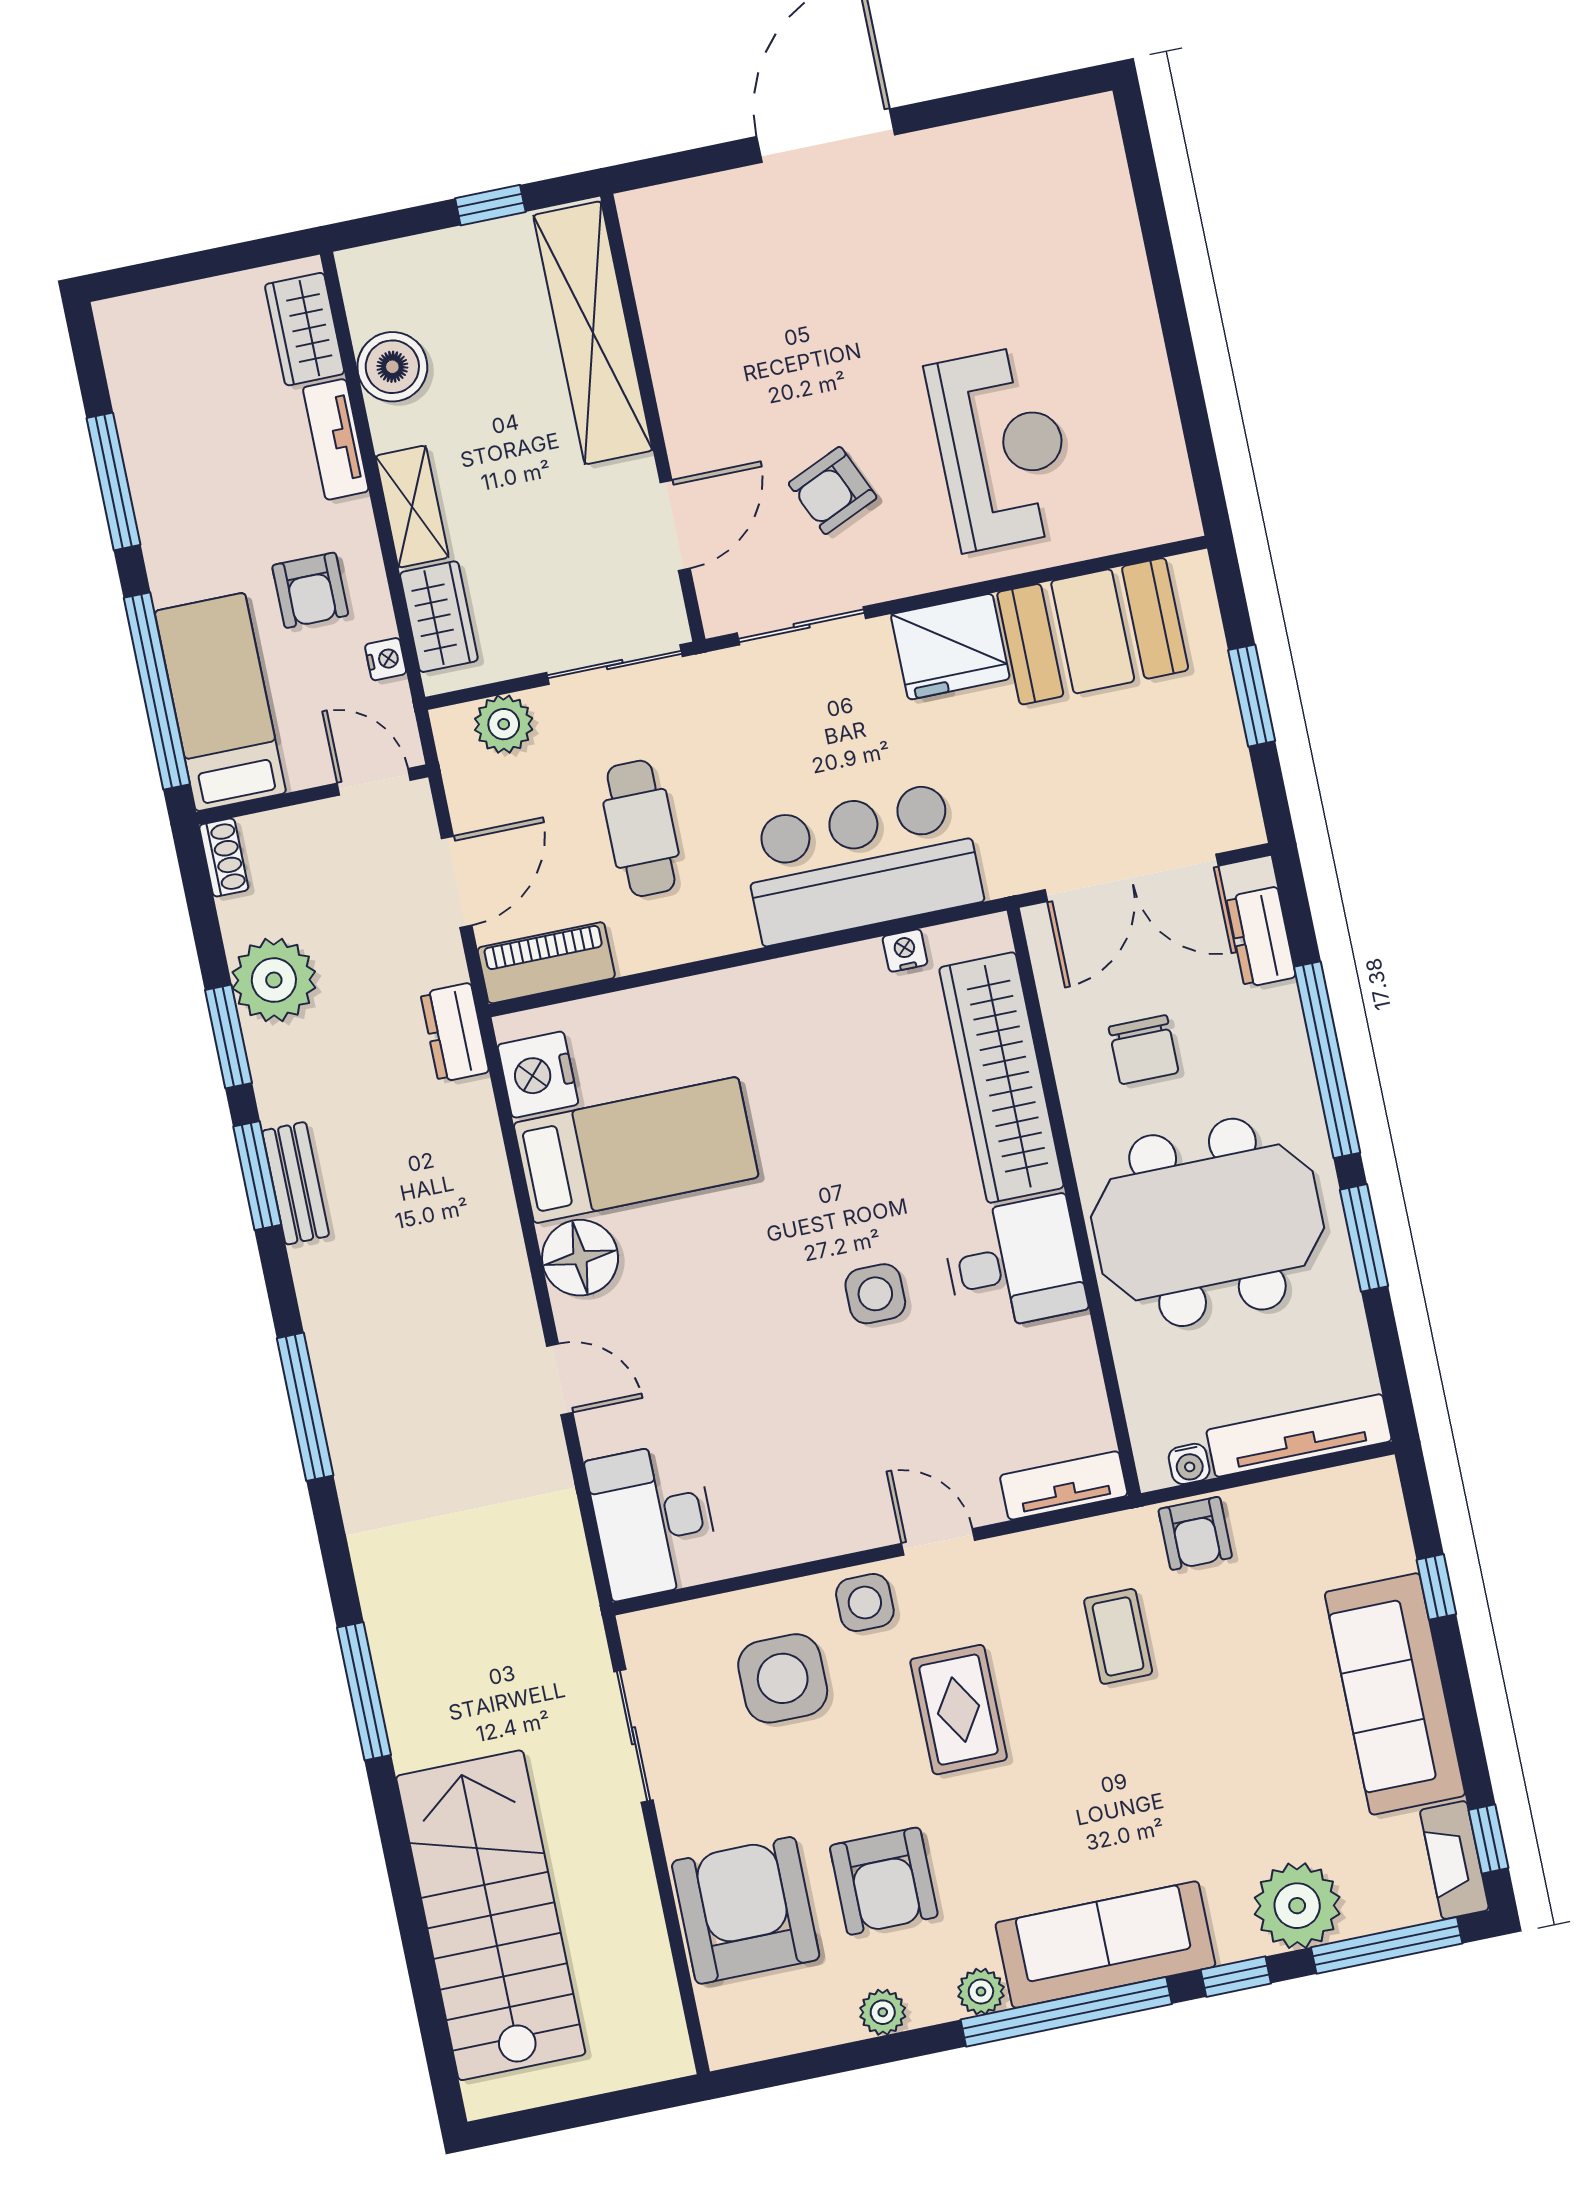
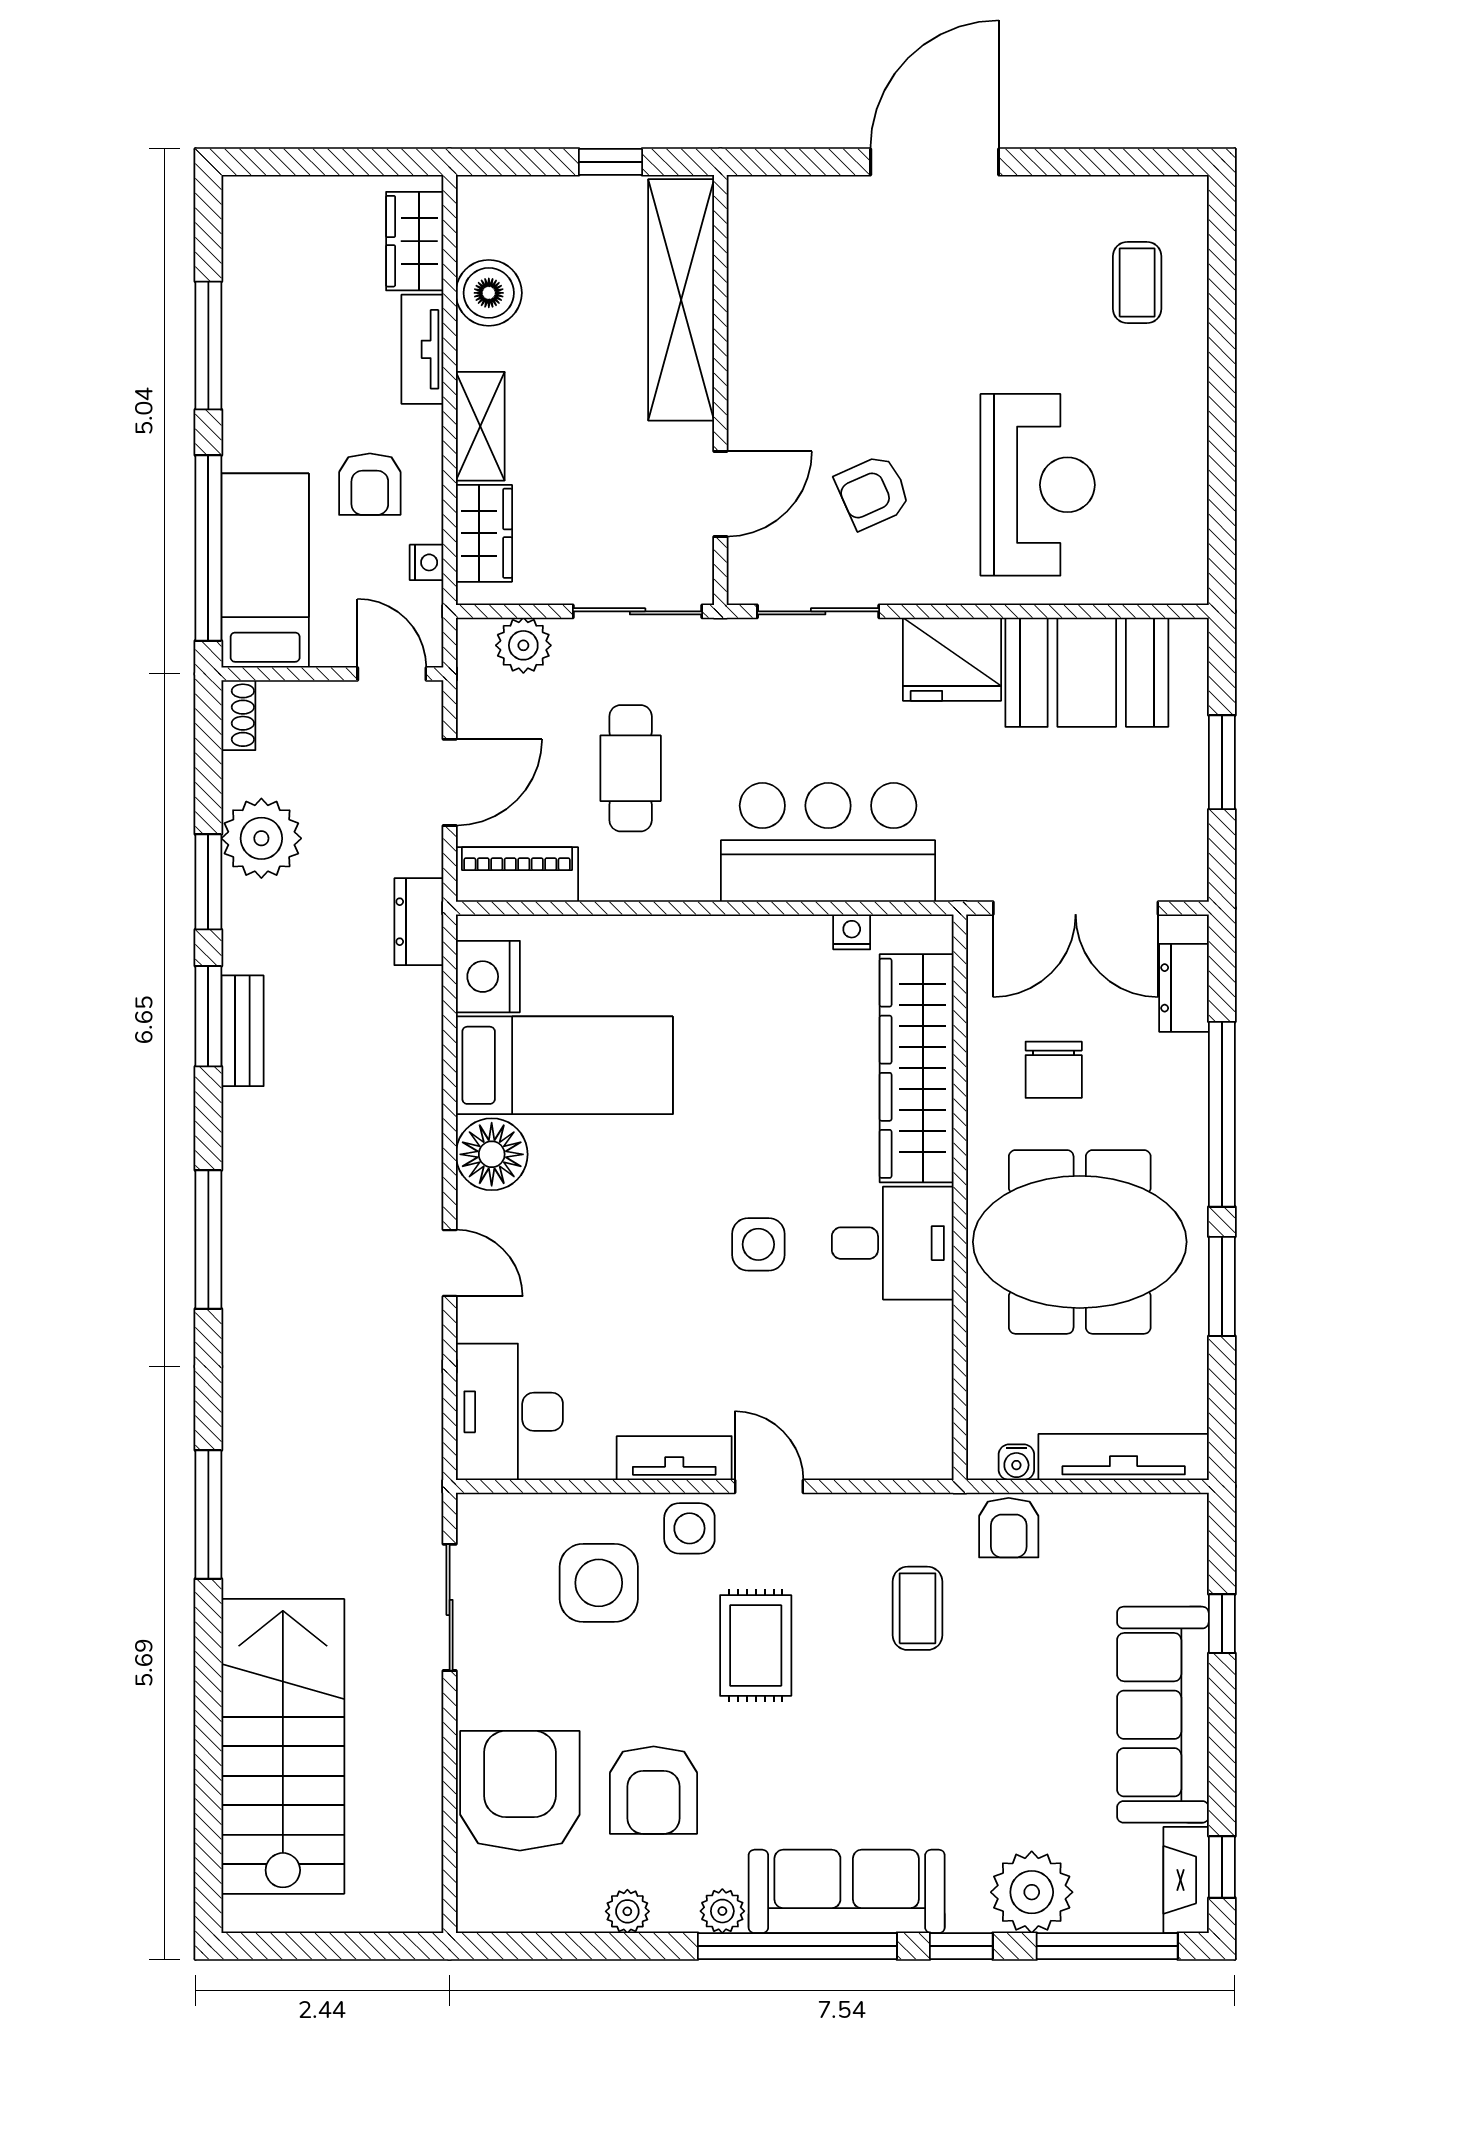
coffee table: (1061, 217) -> (1137, 283), added
tv unit: (1064, 1485) -> (674, 1458), moved

